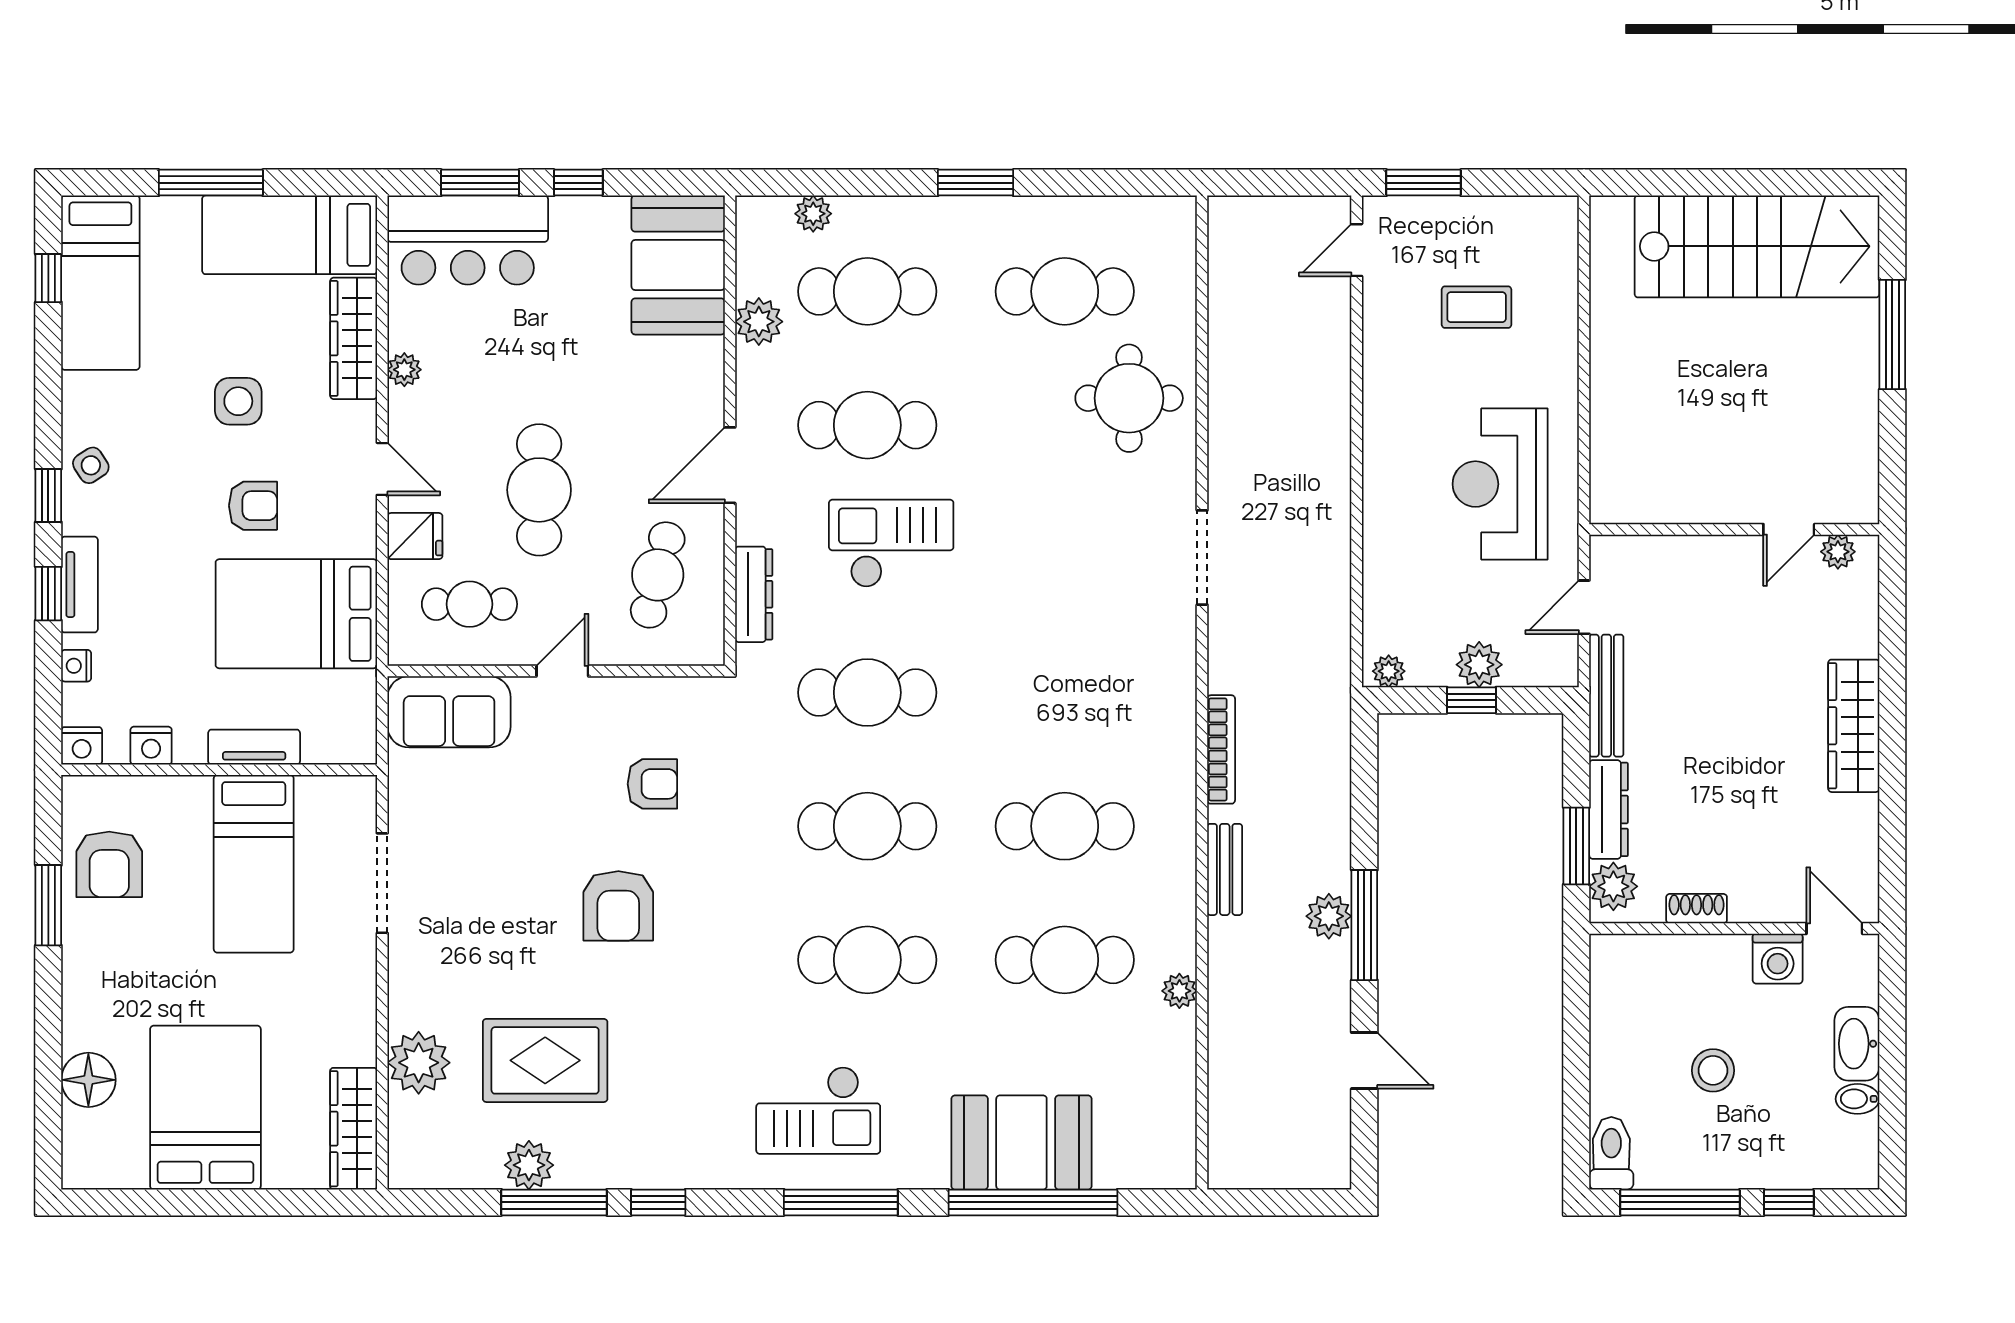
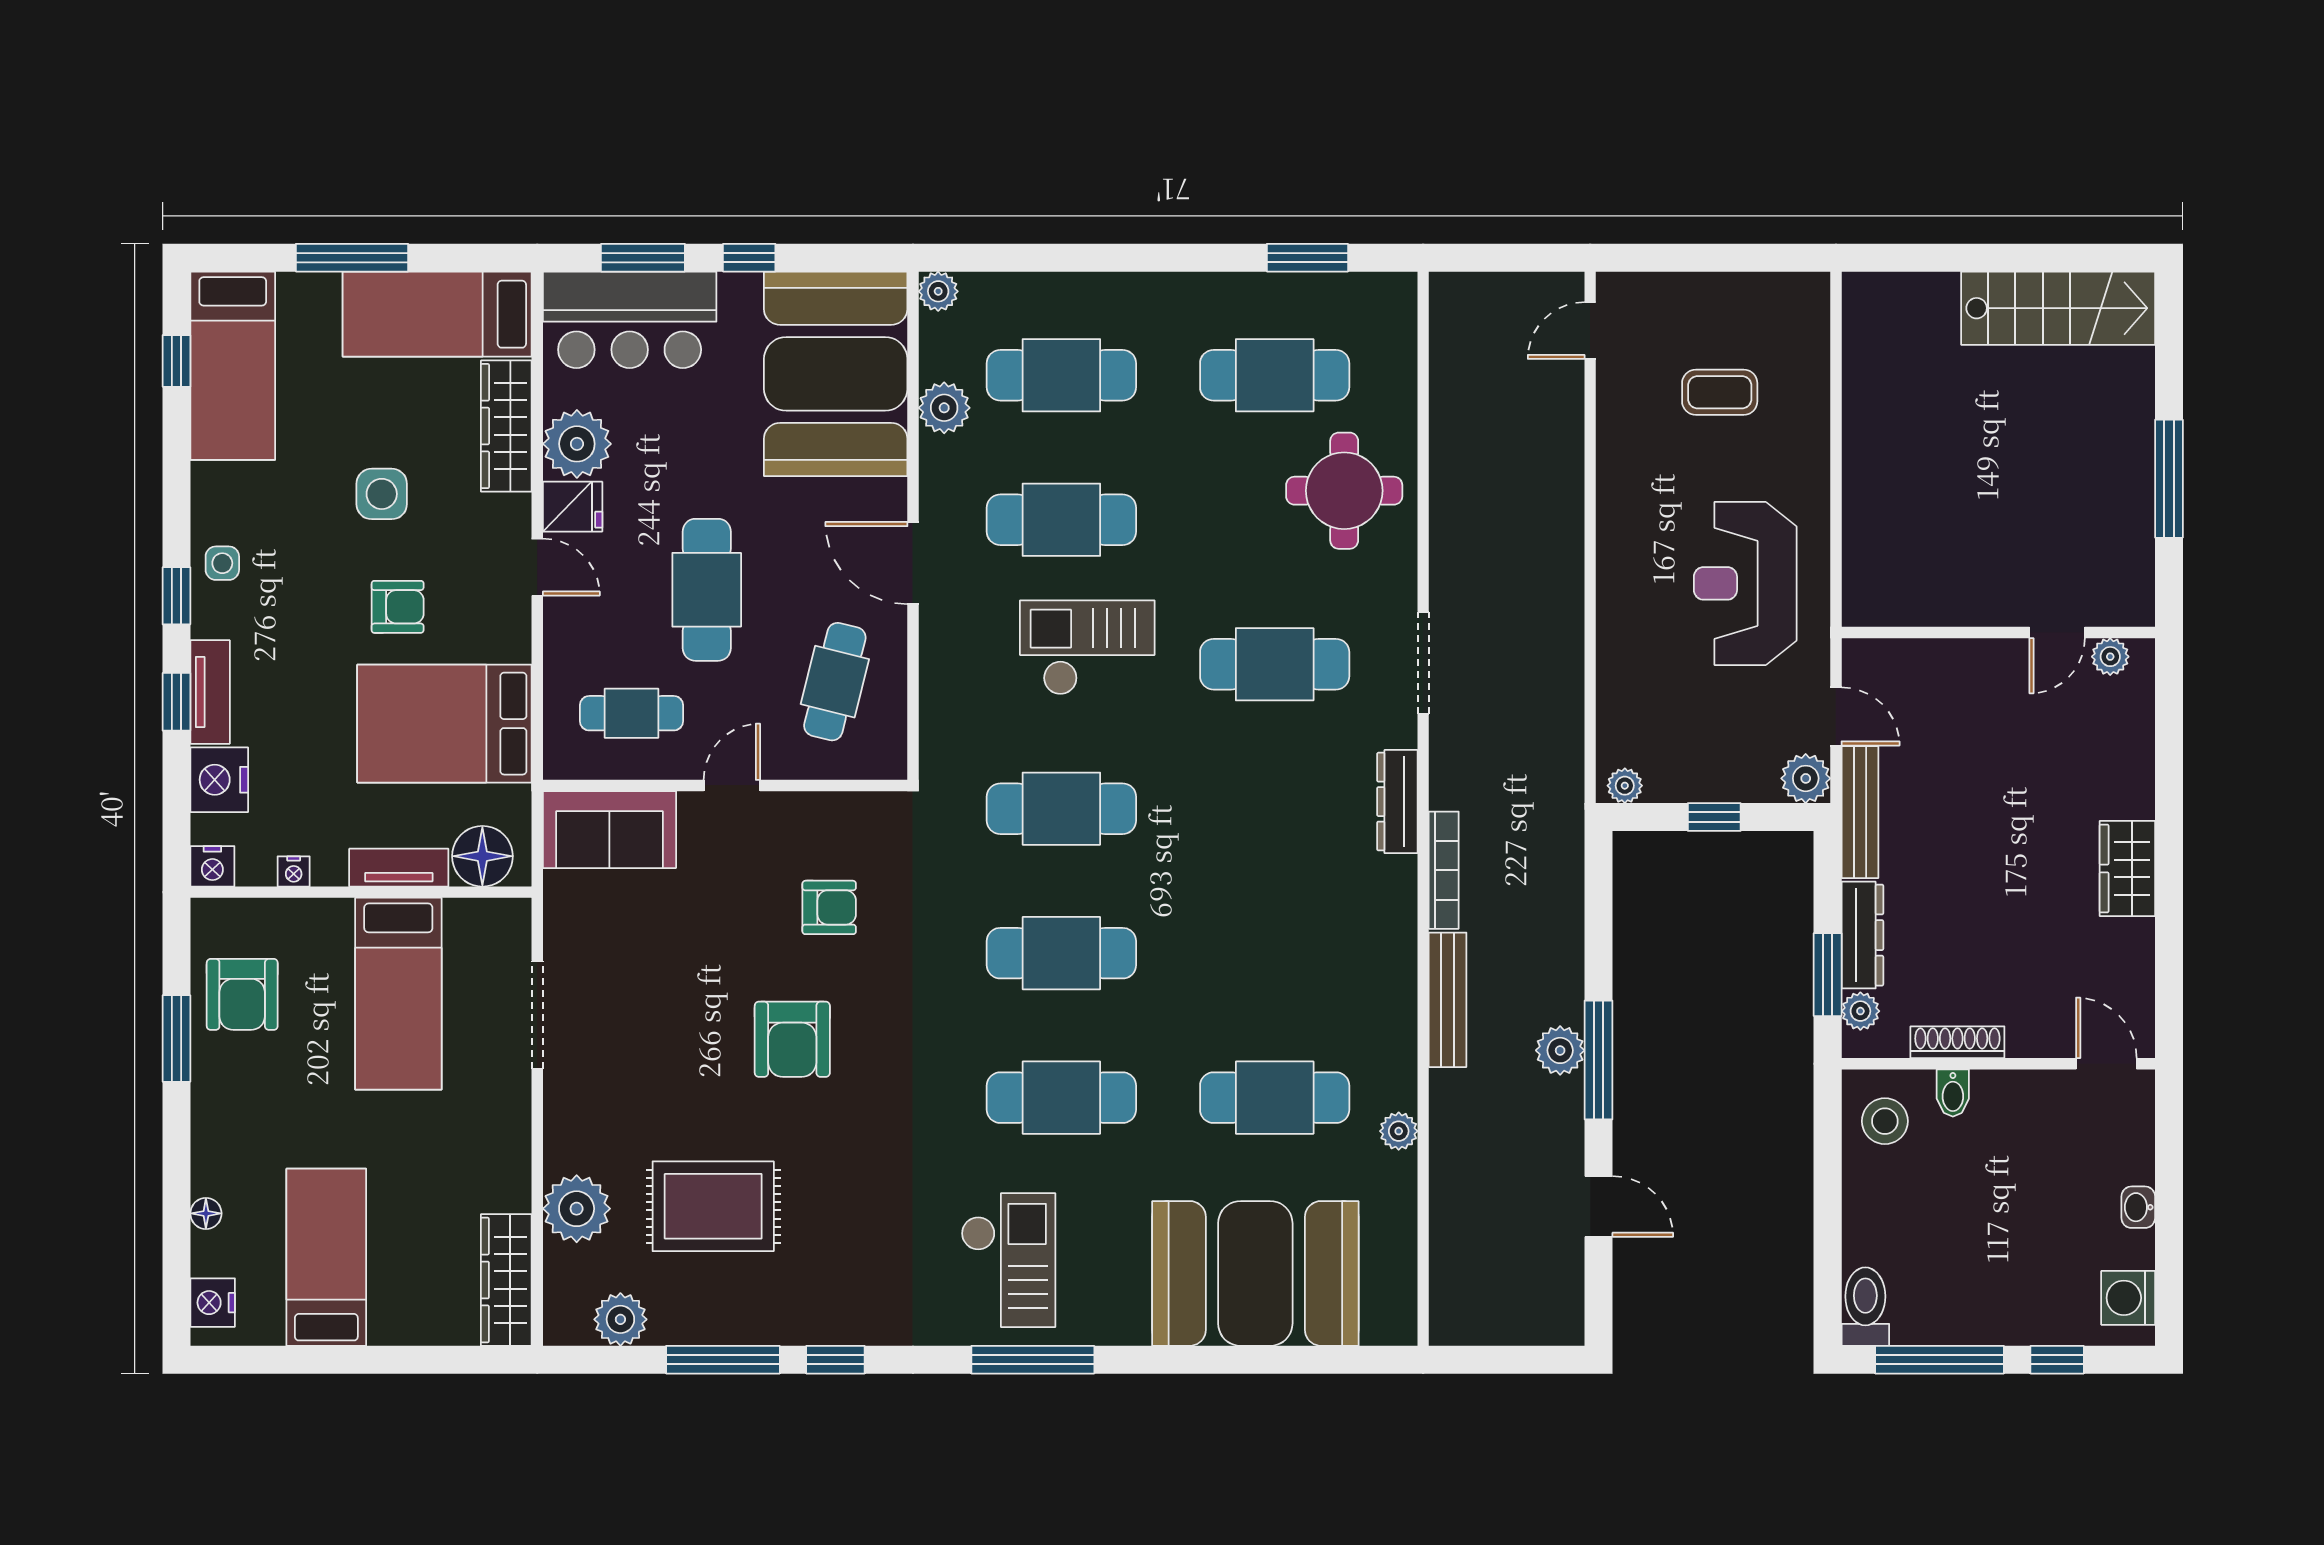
window: (976, 183) -> (1307, 258), moved
window: (1424, 183) -> (1663, 258), removed
plant: (813, 214) -> (938, 291), moved
stairs: (1757, 246) -> (2058, 308), width x0.73, depth x0.66
booth: (678, 265) -> (836, 374), width x1.36, depth x1.42
window: (1892, 335) -> (2169, 479), moved
plant: (404, 370) -> (577, 444), width x1.88, depth x1.88
side table: (91, 465) -> (222, 563), turned 33
door: (730, 465) -> (913, 563), hinge flipped
fridge: (415, 536) -> (573, 507), moved
dresser: (754, 594) -> (1397, 802), moved, turned 180
door: (1584, 607) -> (1836, 716), swing flipped
plant: (1479, 665) -> (1806, 778), moved
nightstand: (76, 666) -> (219, 780), width x1.89, depth x1.79
wardrobe: (1854, 726) -> (2127, 868), width x0.67
floor lamp: (332, 737) -> (482, 856), added
nightstand: (151, 746) -> (294, 871), width x0.72, depth x0.74
cafe table: (1065, 826) -> (1275, 664), moved
bench: (1225, 869) -> (1448, 1000), width x1.36
plant: (1613, 886) -> (1860, 1011), width x0.73, depth x0.73
shoe rack: (1697, 909) -> (1957, 1042), width x1.43
washing machine: (1778, 959) -> (2128, 1298), moved, turned 90
washbasin: (1857, 1044) -> (2138, 1207), width x0.52, depth x0.69
stool: (1713, 1070) -> (1885, 1121), moved
floor lamp: (88, 1080) -> (206, 1213), width x0.53, depth x0.53
bidet: (1857, 1099) -> (1953, 1093), moved, turned -90
bed: (205, 1108) -> (326, 1257), width x0.67
checkout: (818, 1110) -> (1008, 1260), turned -90
booth: (1021, 1142) -> (1255, 1273), width x1.36, depth x1.42
nightstand: (82, 1150) -> (213, 1303), added
plant: (529, 1165) -> (620, 1319), moved
window: (1033, 1202) -> (1240, 1360), removed

